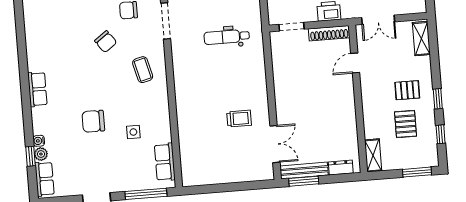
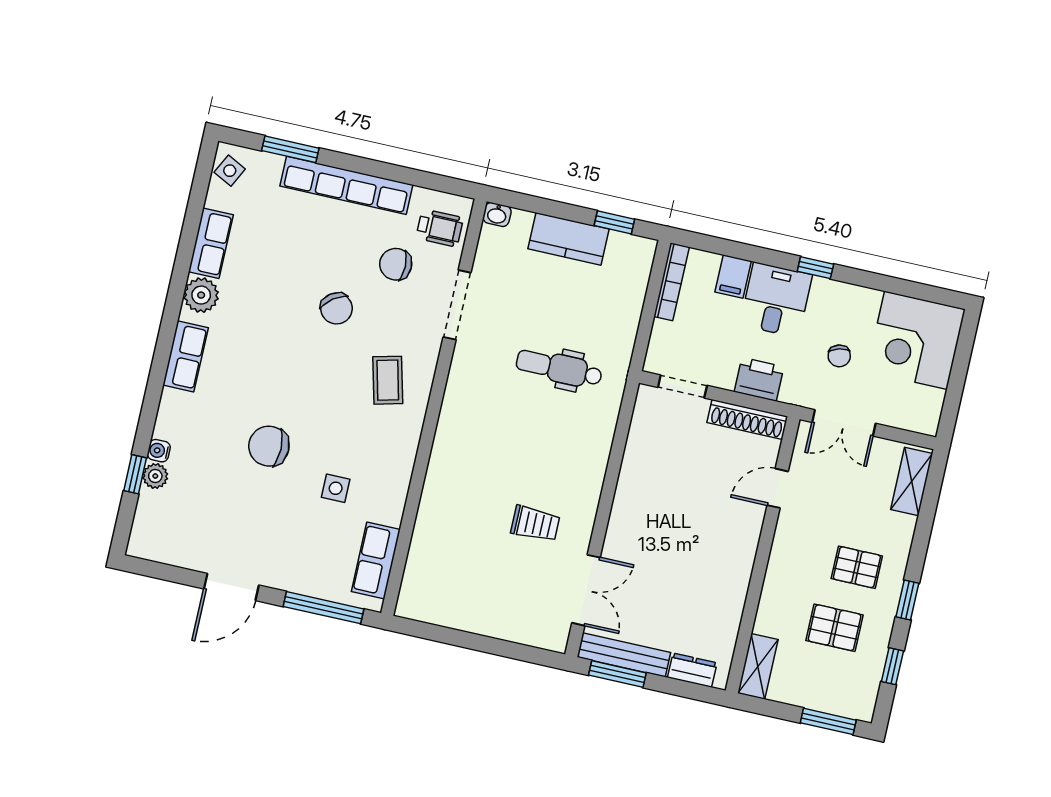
plant: (36, 56) -> (201, 295), added
pallet: (406, 124) -> (835, 628), turned 90
row of seats: (45, 179) -> (211, 243), moved

